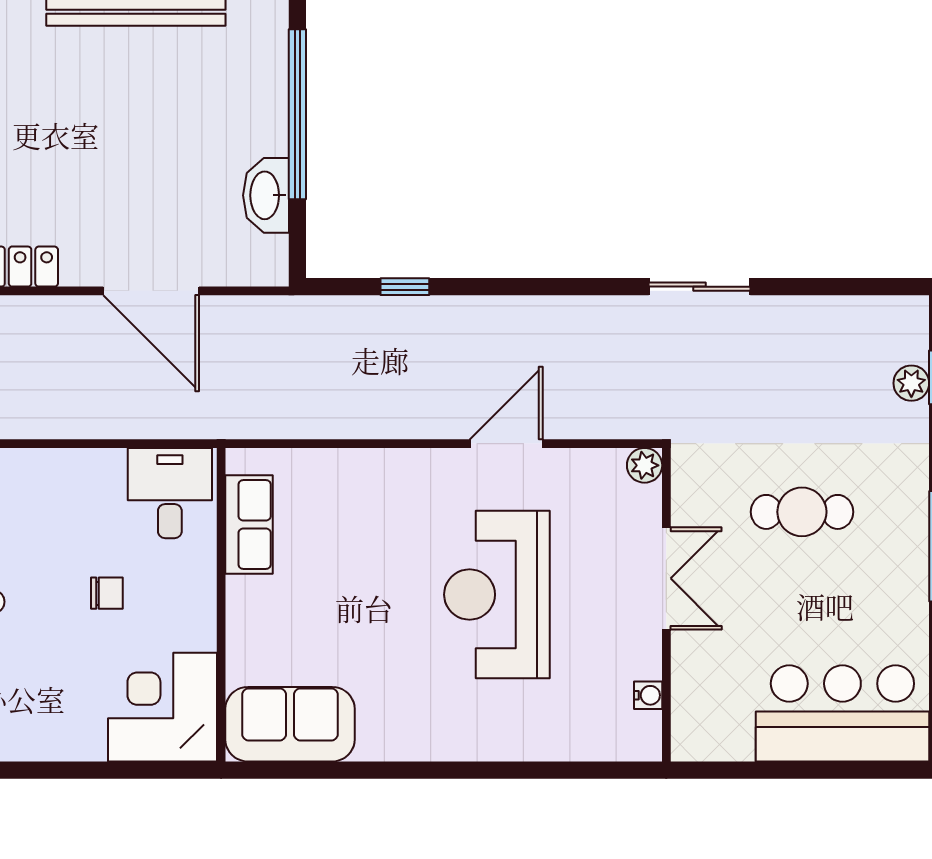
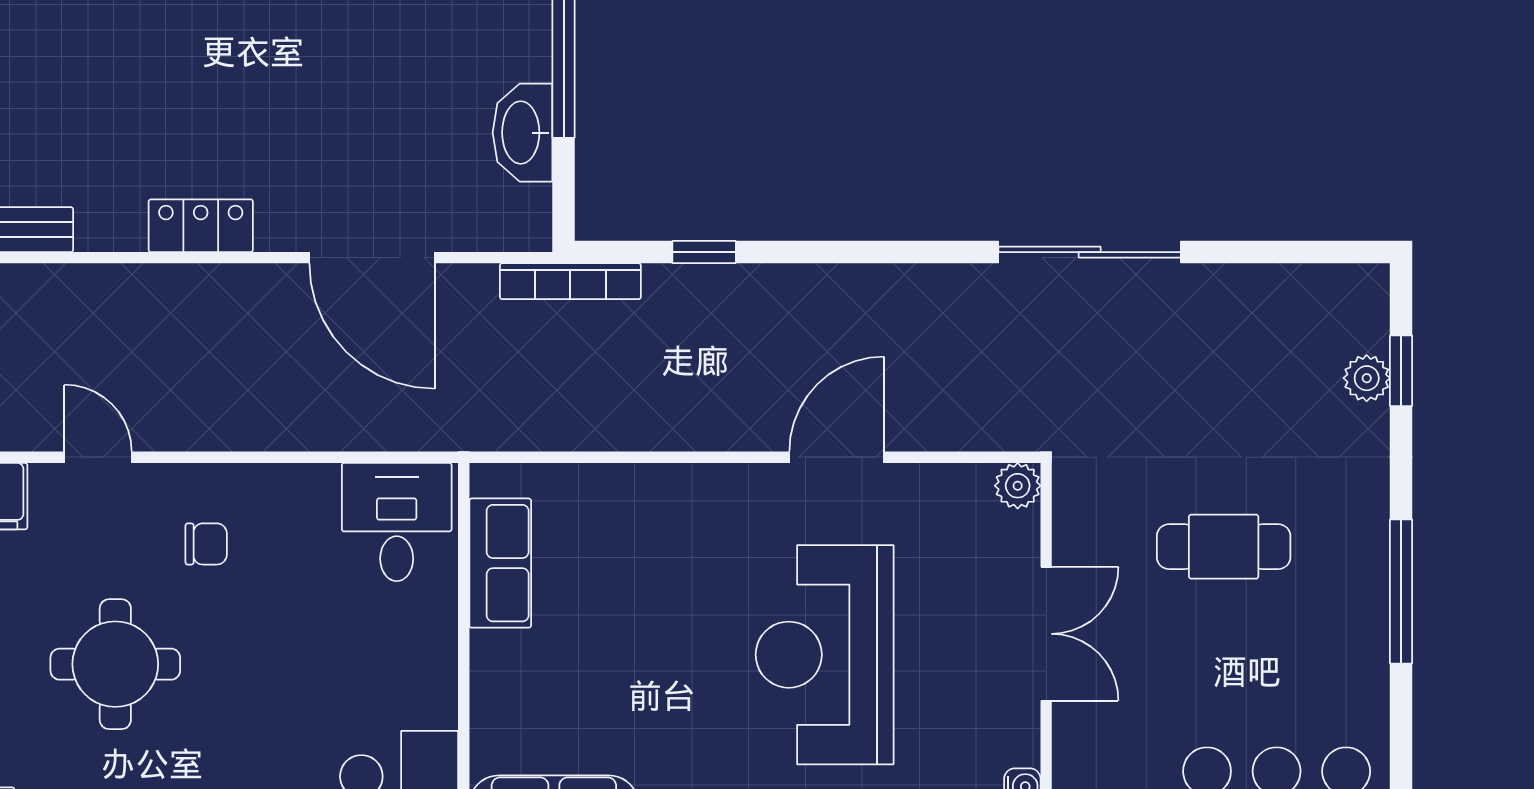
sliding door: (700, 287) -> (1090, 252), width x1.37
bookcase: (303, 309) -> (570, 281), added
chair: (107, 593) -> (206, 544), moved

